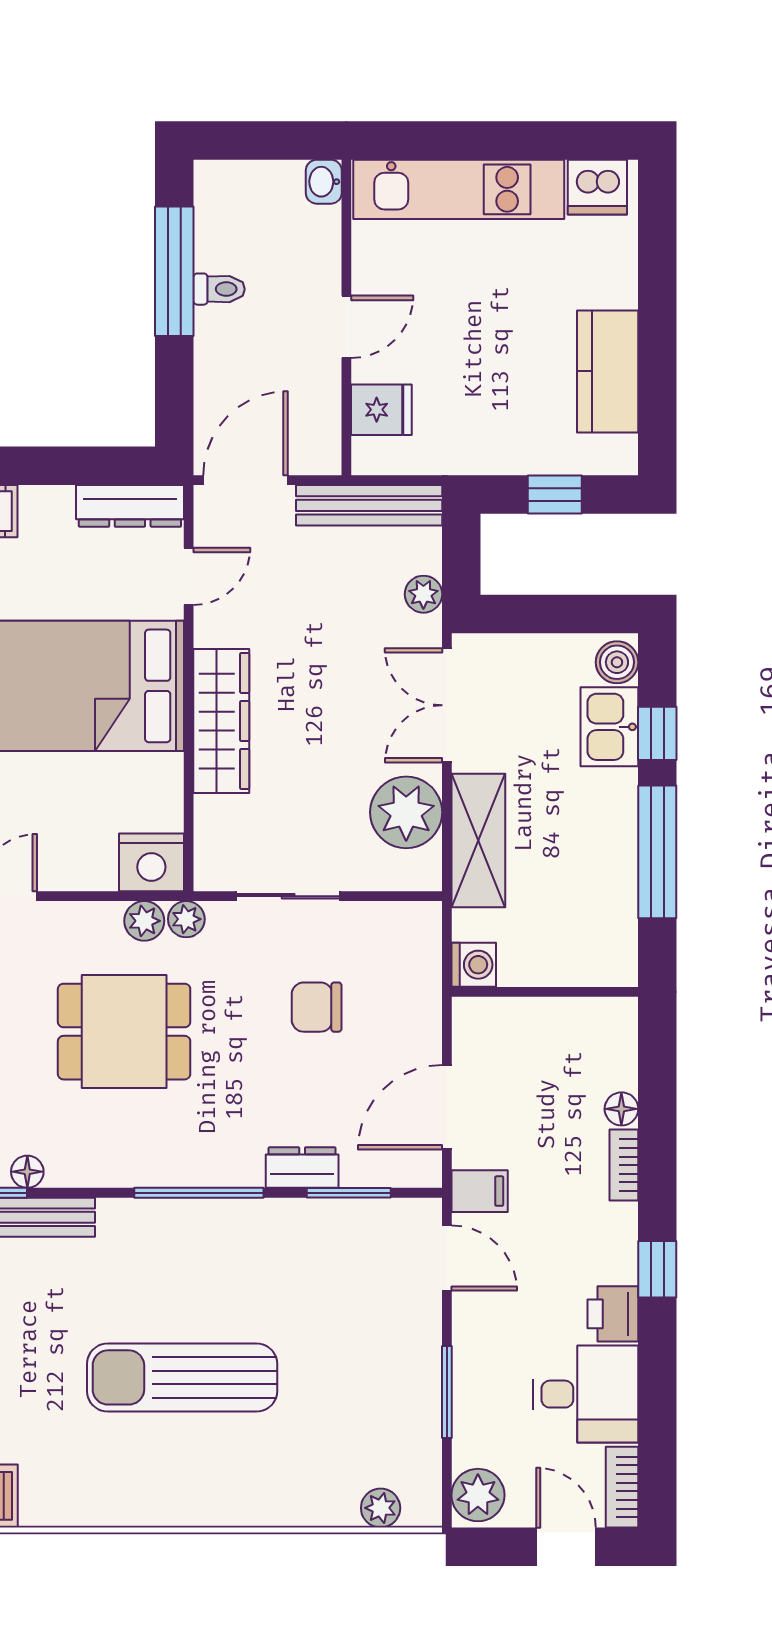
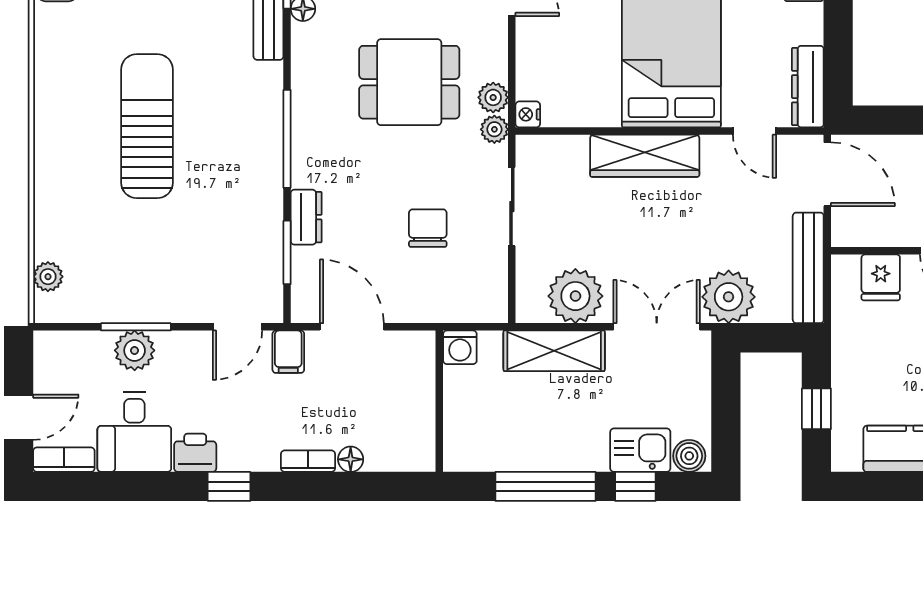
plant: (423, 594) -> (729, 297), width x1.88, depth x1.88
nightstand: (151, 862) -> (528, 114), width x0.53, depth x0.56
dining table: (124, 1032) -> (409, 82), turned 90
plant: (478, 1495) -> (135, 350), moved

